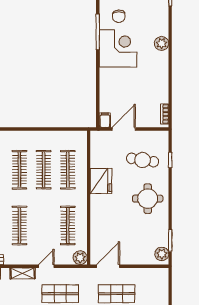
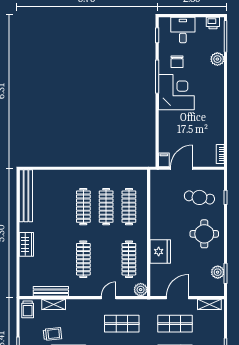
plant: (162, 43) -> (217, 59), moved
fridge: (101, 181) -> (160, 252), moved
plant: (162, 254) -> (218, 272), moved
door: (108, 266) -> (177, 298), moved
shelving: (23, 273) -> (209, 304), moved

